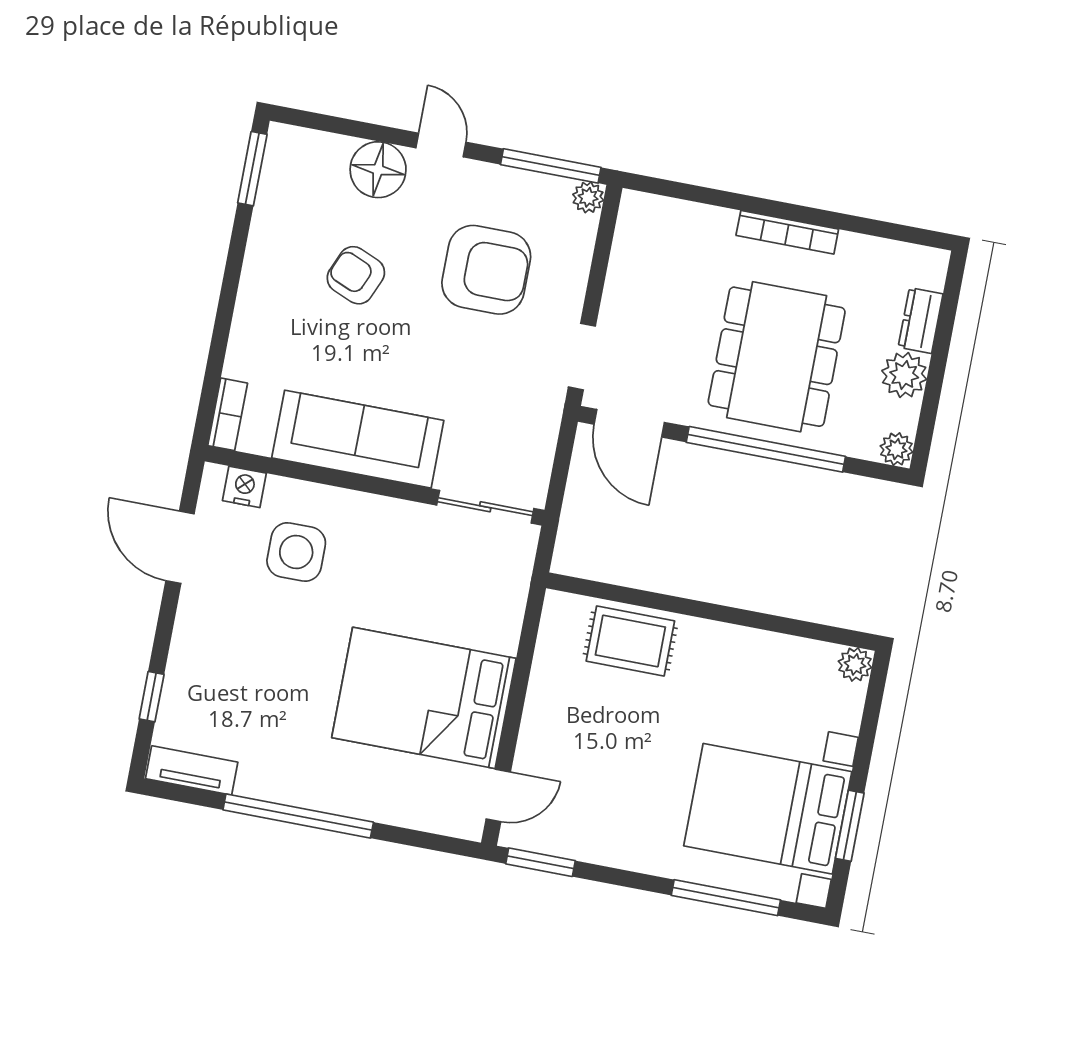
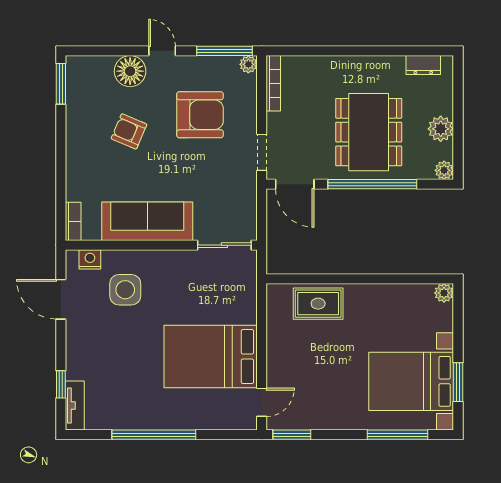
bookcase: (787, 232) -> (273, 83), moved, turned -90
dresser: (921, 320) -> (423, 65), moved, turned -90
tv unit: (192, 770) -> (75, 405), moved, turned 90

